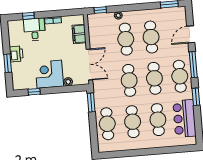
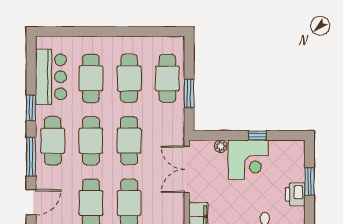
window: (34, 92) -> (257, 135), moved
window: (91, 103) -> (189, 93), moved

